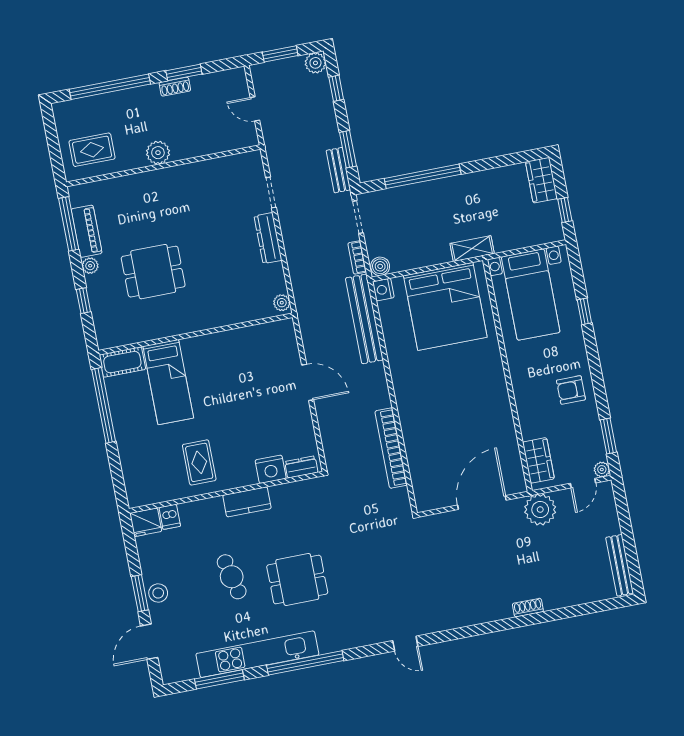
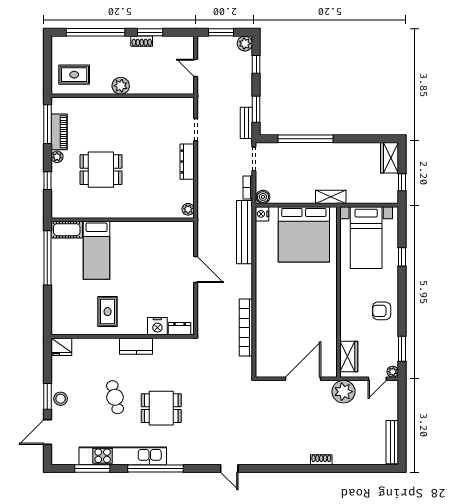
dishwasher: (170, 517) -> (79, 346), removed

